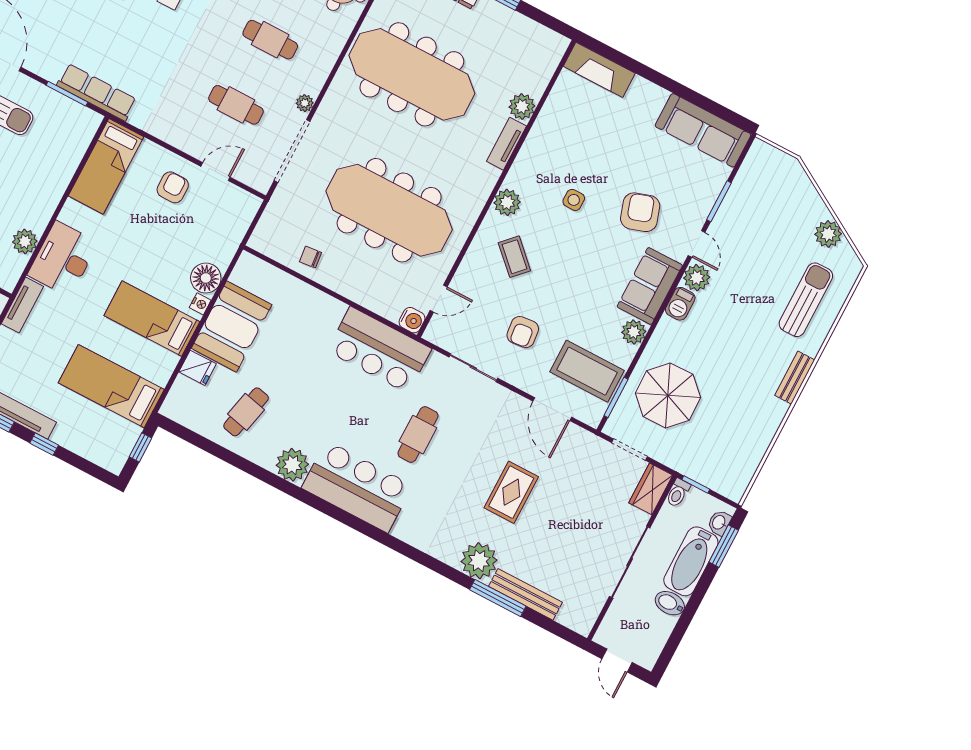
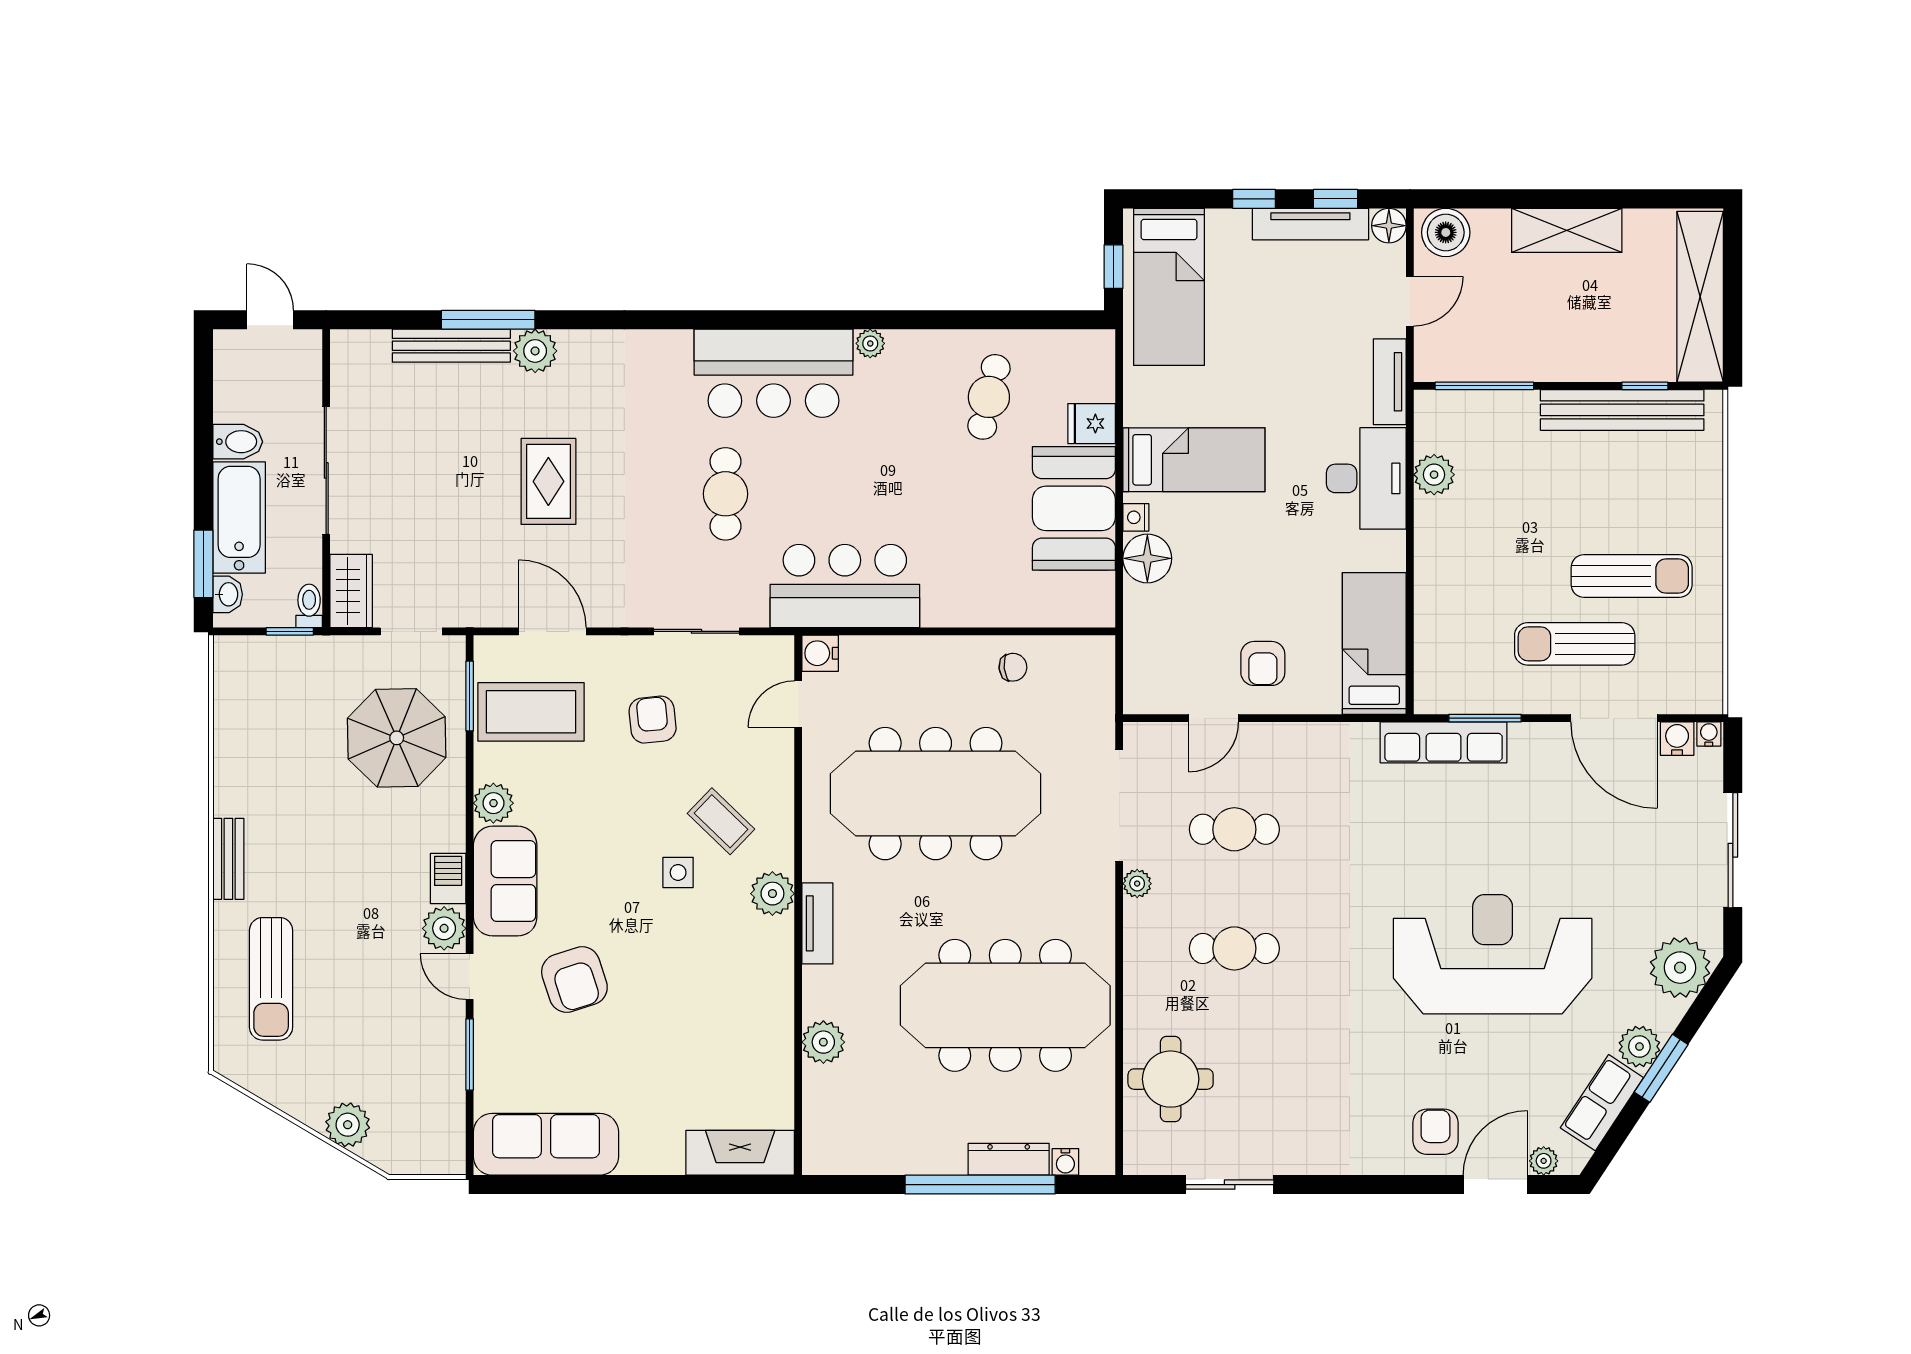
tv unit: (507, 144) -> (817, 923), moved
side table: (574, 200) -> (678, 872), moved
plant: (828, 234) -> (348, 1125), moved
bed: (111, 386) -> (1169, 287), moved, turned 90
plant: (292, 465) -> (870, 343), width x0.53, depth x0.53
plant: (479, 561) -> (535, 351), width x0.73, depth x0.73

